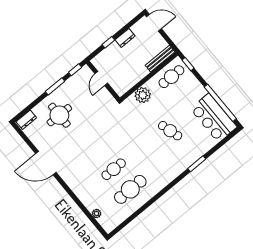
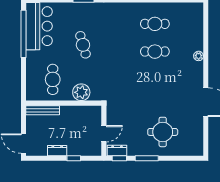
window: (188, 64) -> (23, 87), removed
cafe table: (171, 77) -> (53, 79), moved, turned 90
dresser: (26, 120) -> (117, 150), moved
cafe table: (130, 189) -> (155, 24), width x0.73, depth x0.74
plant: (97, 214) -> (199, 56), moved

